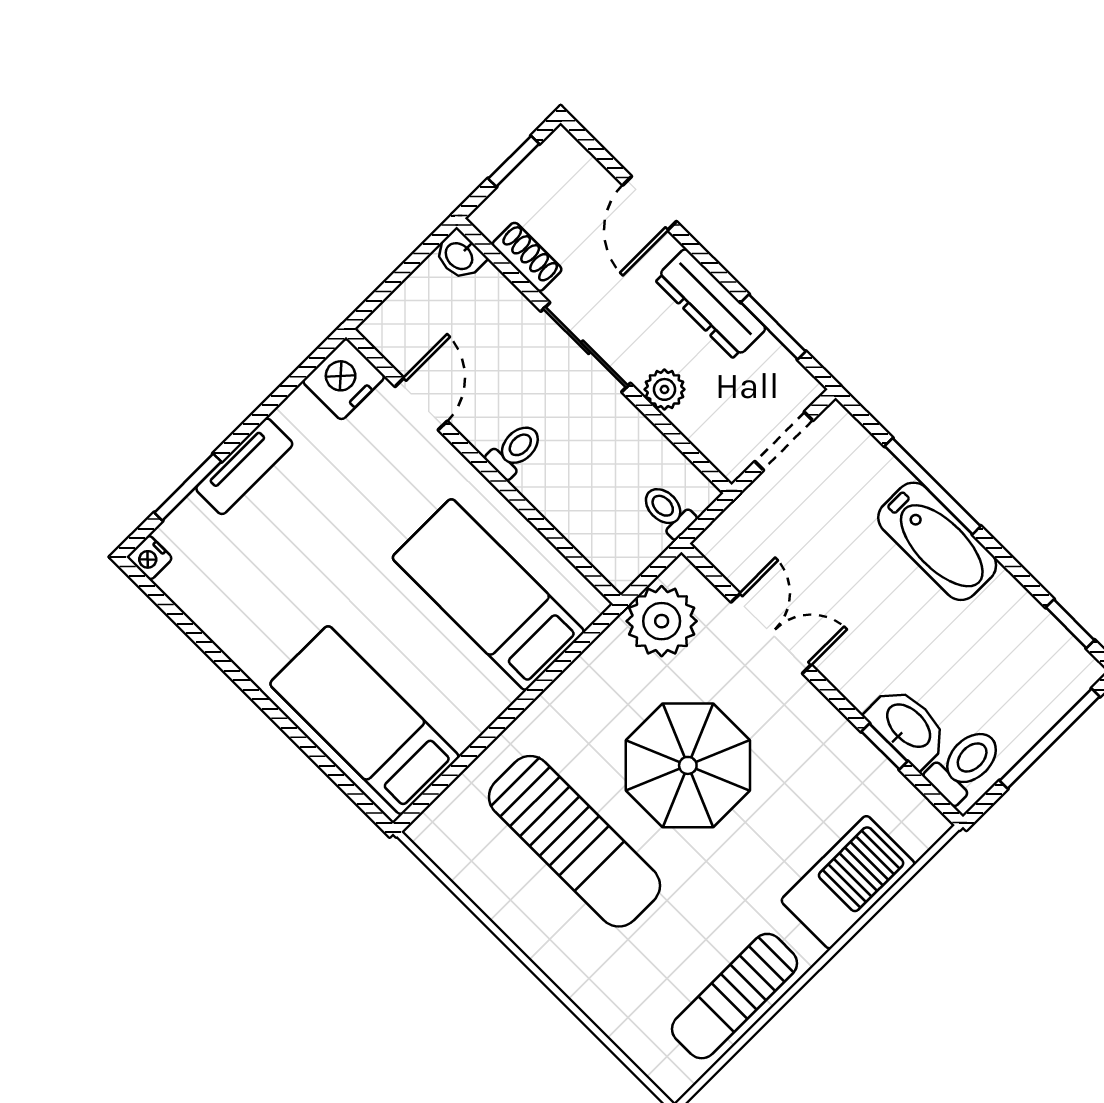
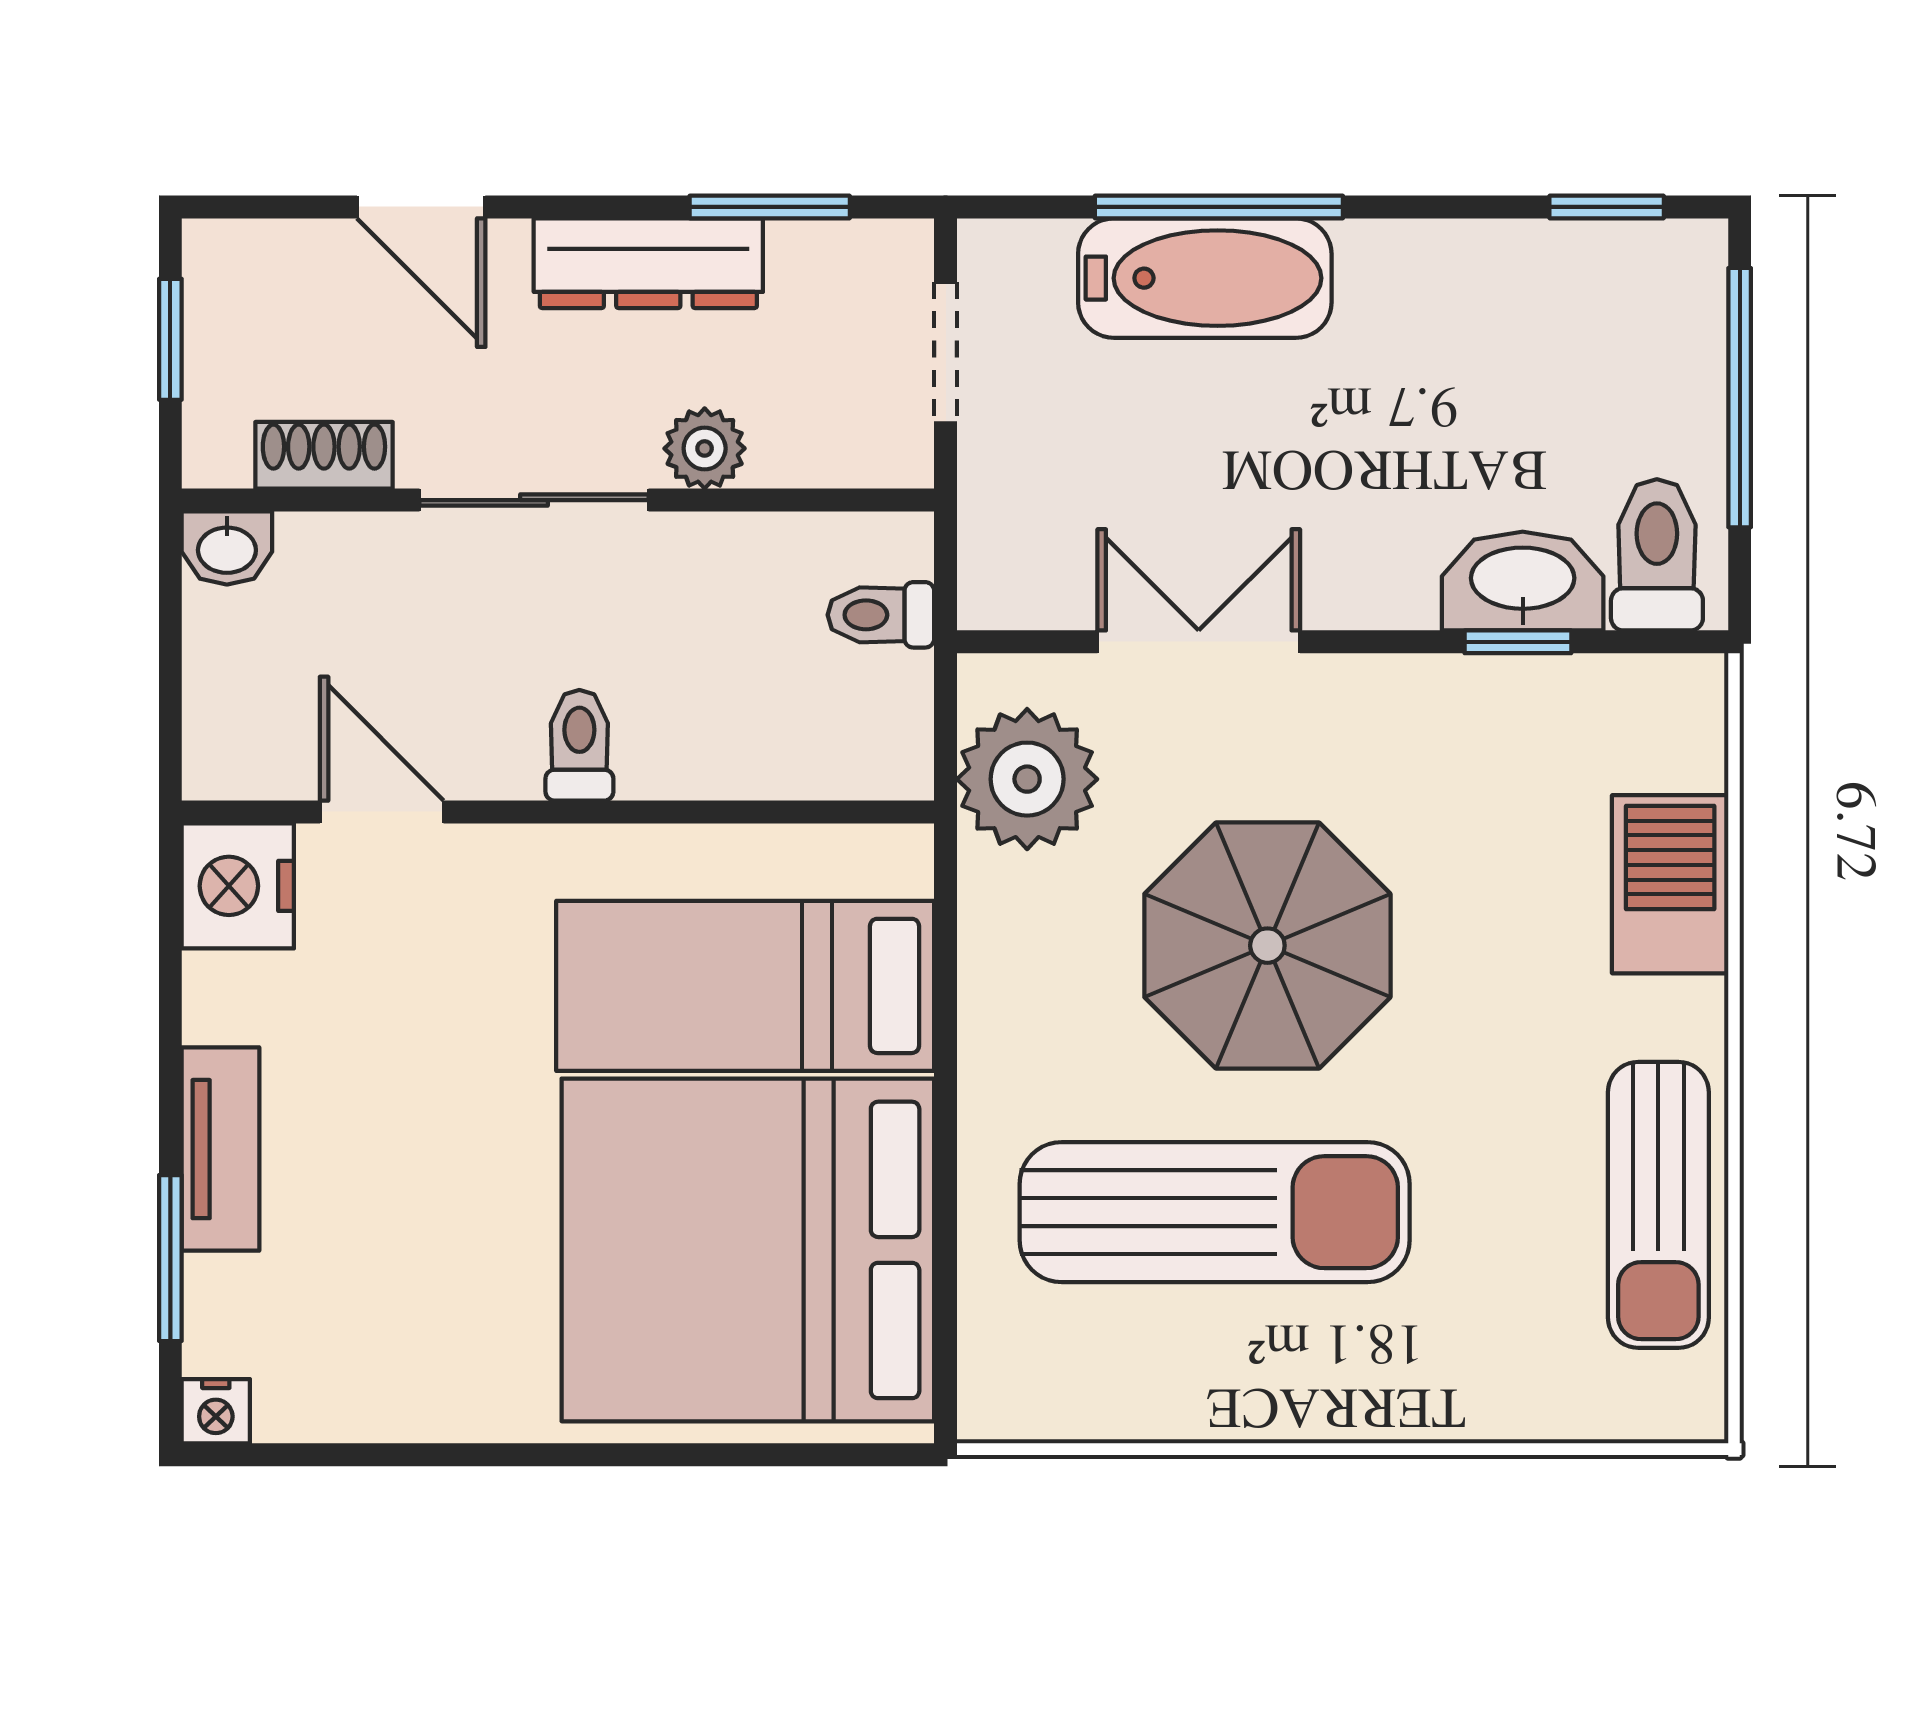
bathtub: (937, 541) -> (1205, 278), moved
bed: (364, 720) -> (748, 1250), width x2.04
barbecue: (848, 882) -> (1670, 884), width x0.73, depth x0.83

